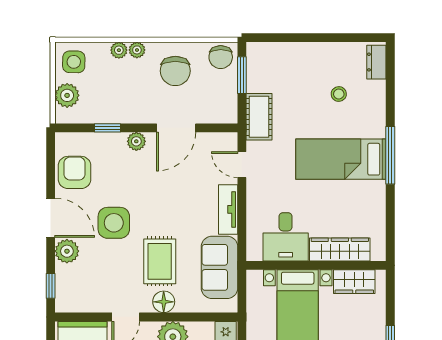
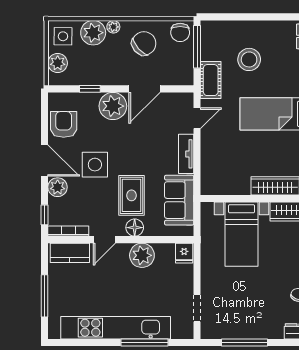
plant: (119, 50) -> (93, 33), width x1.87, depth x1.87
chair: (175, 71) -> (144, 43), turned -131
window: (242, 75) -> (197, 47), width x1.44
stool: (339, 94) -> (249, 59), moved, width x1.89, depth x1.89
plant: (136, 141) -> (113, 106), width x1.88, depth x1.88
door: (242, 165) -> (197, 118), swing flipped
desk: (286, 237) -> (232, 176), removed
bookcase: (80, 306) -> (68, 231), added

